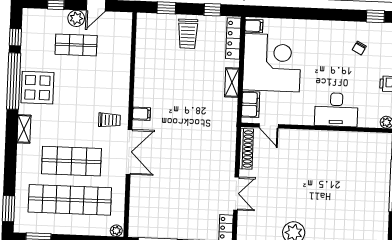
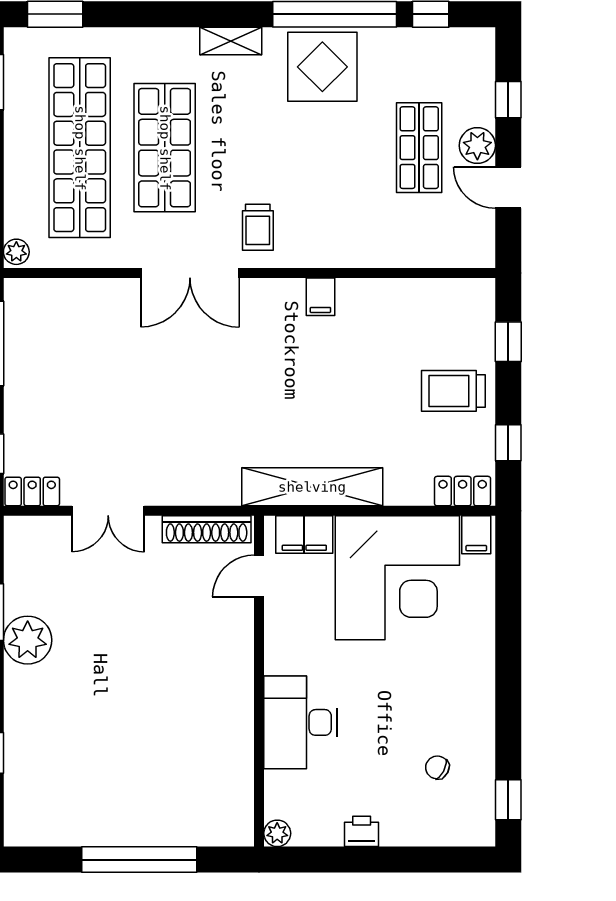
locker: (233, 38) -> (463, 491), width x0.66
shelving: (232, 82) -> (312, 487), width x2.20, depth x1.33
filing cabinet: (141, 114) -> (320, 297), moved

